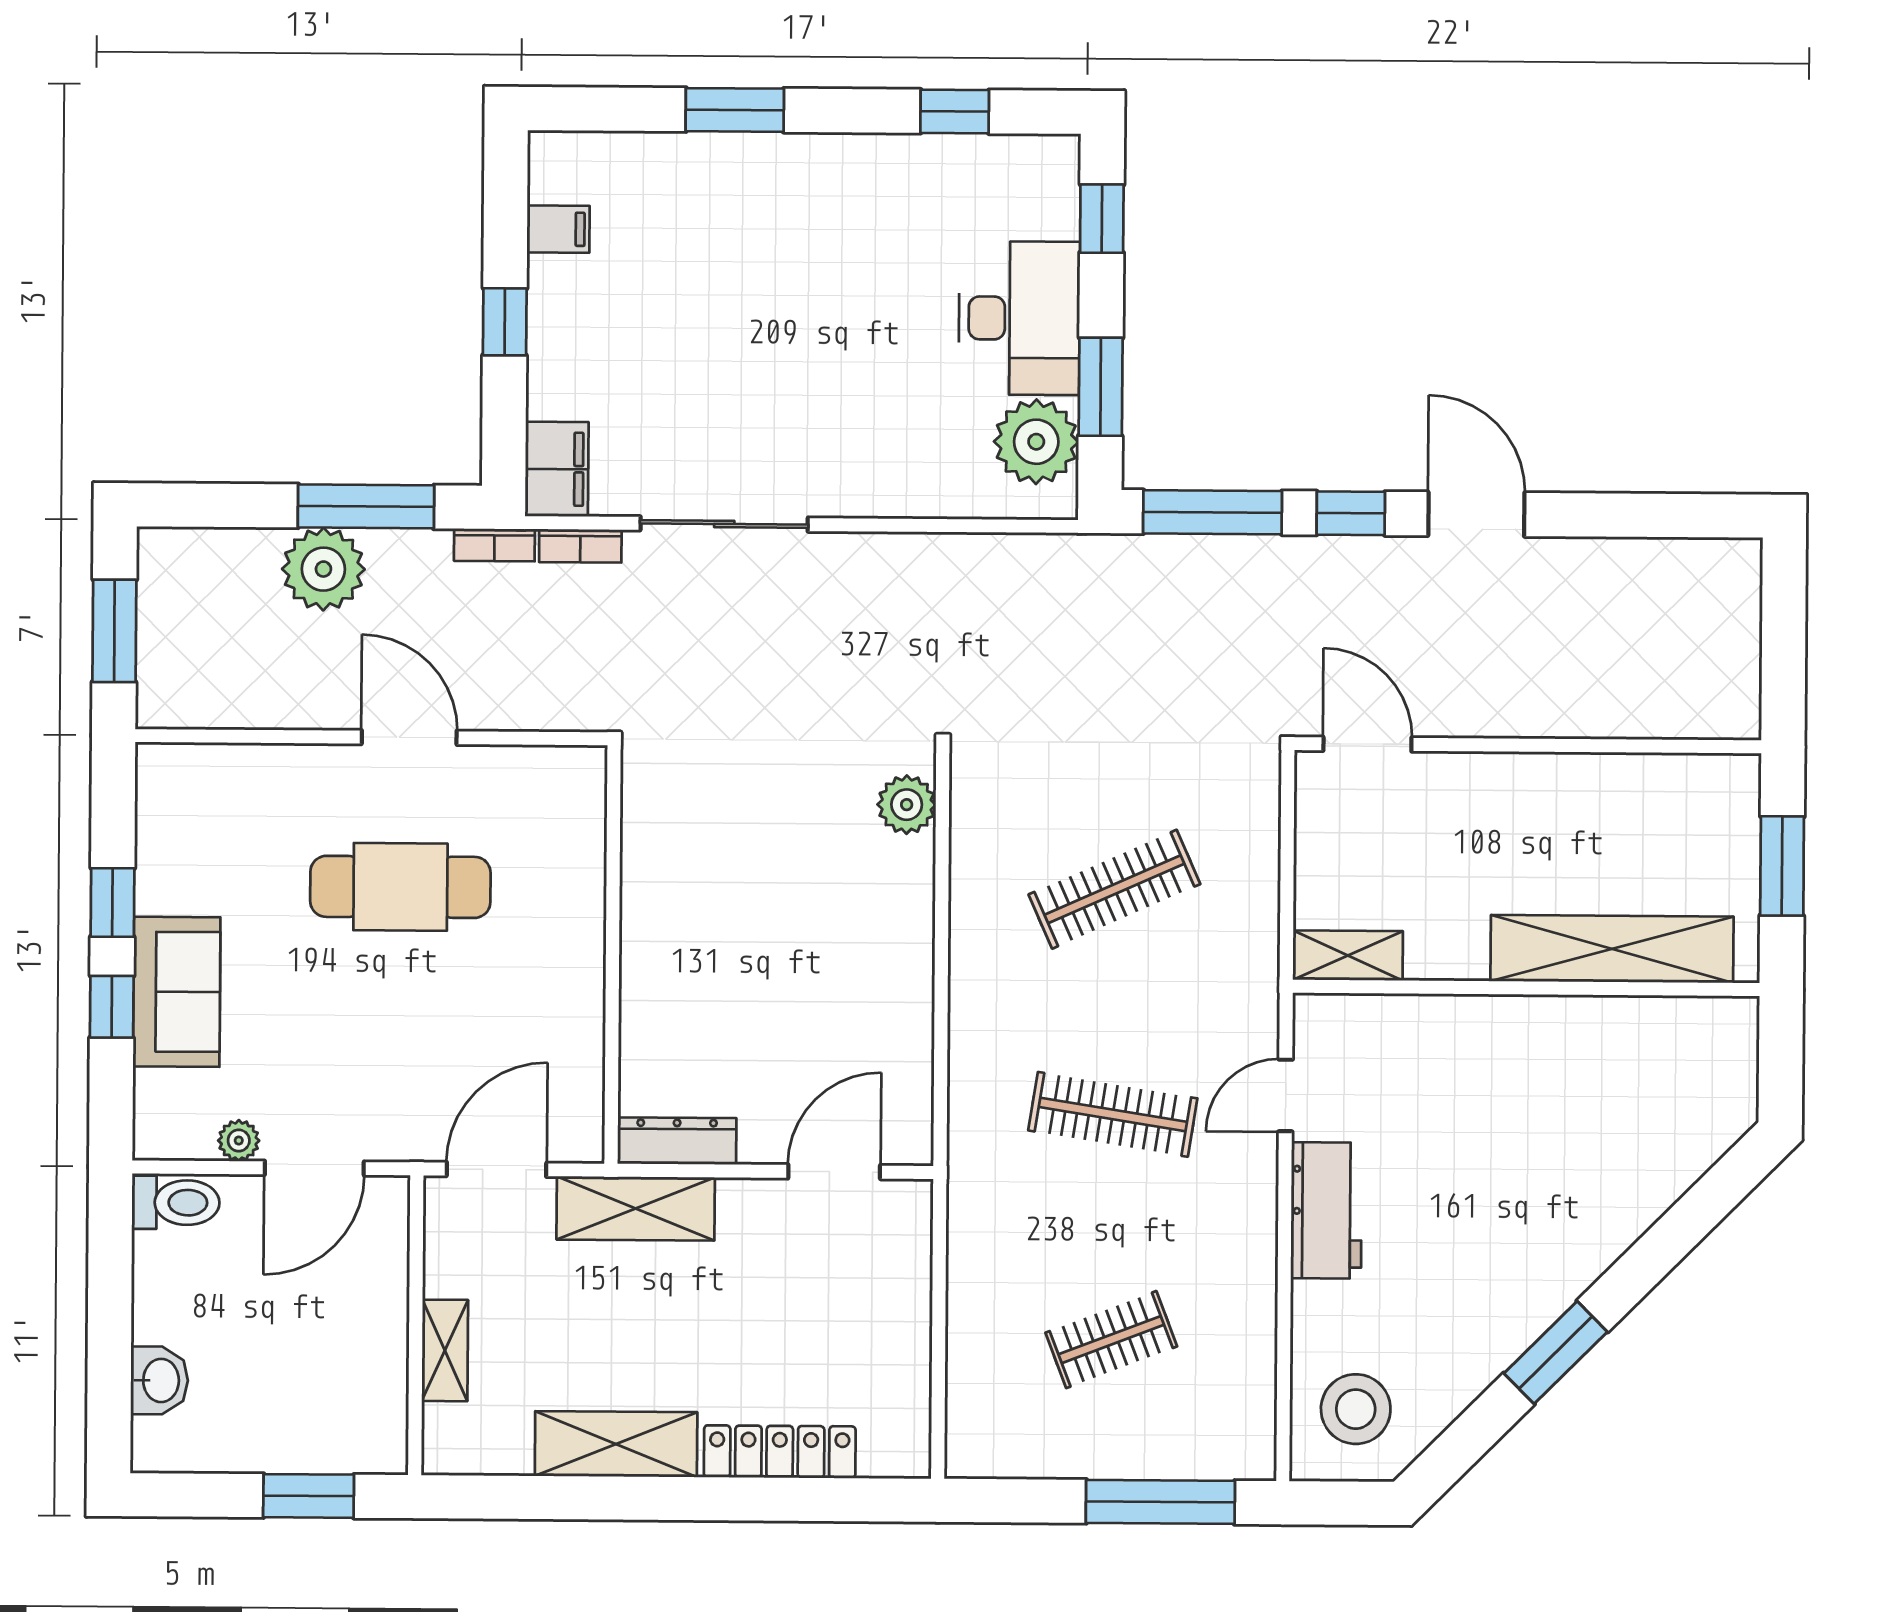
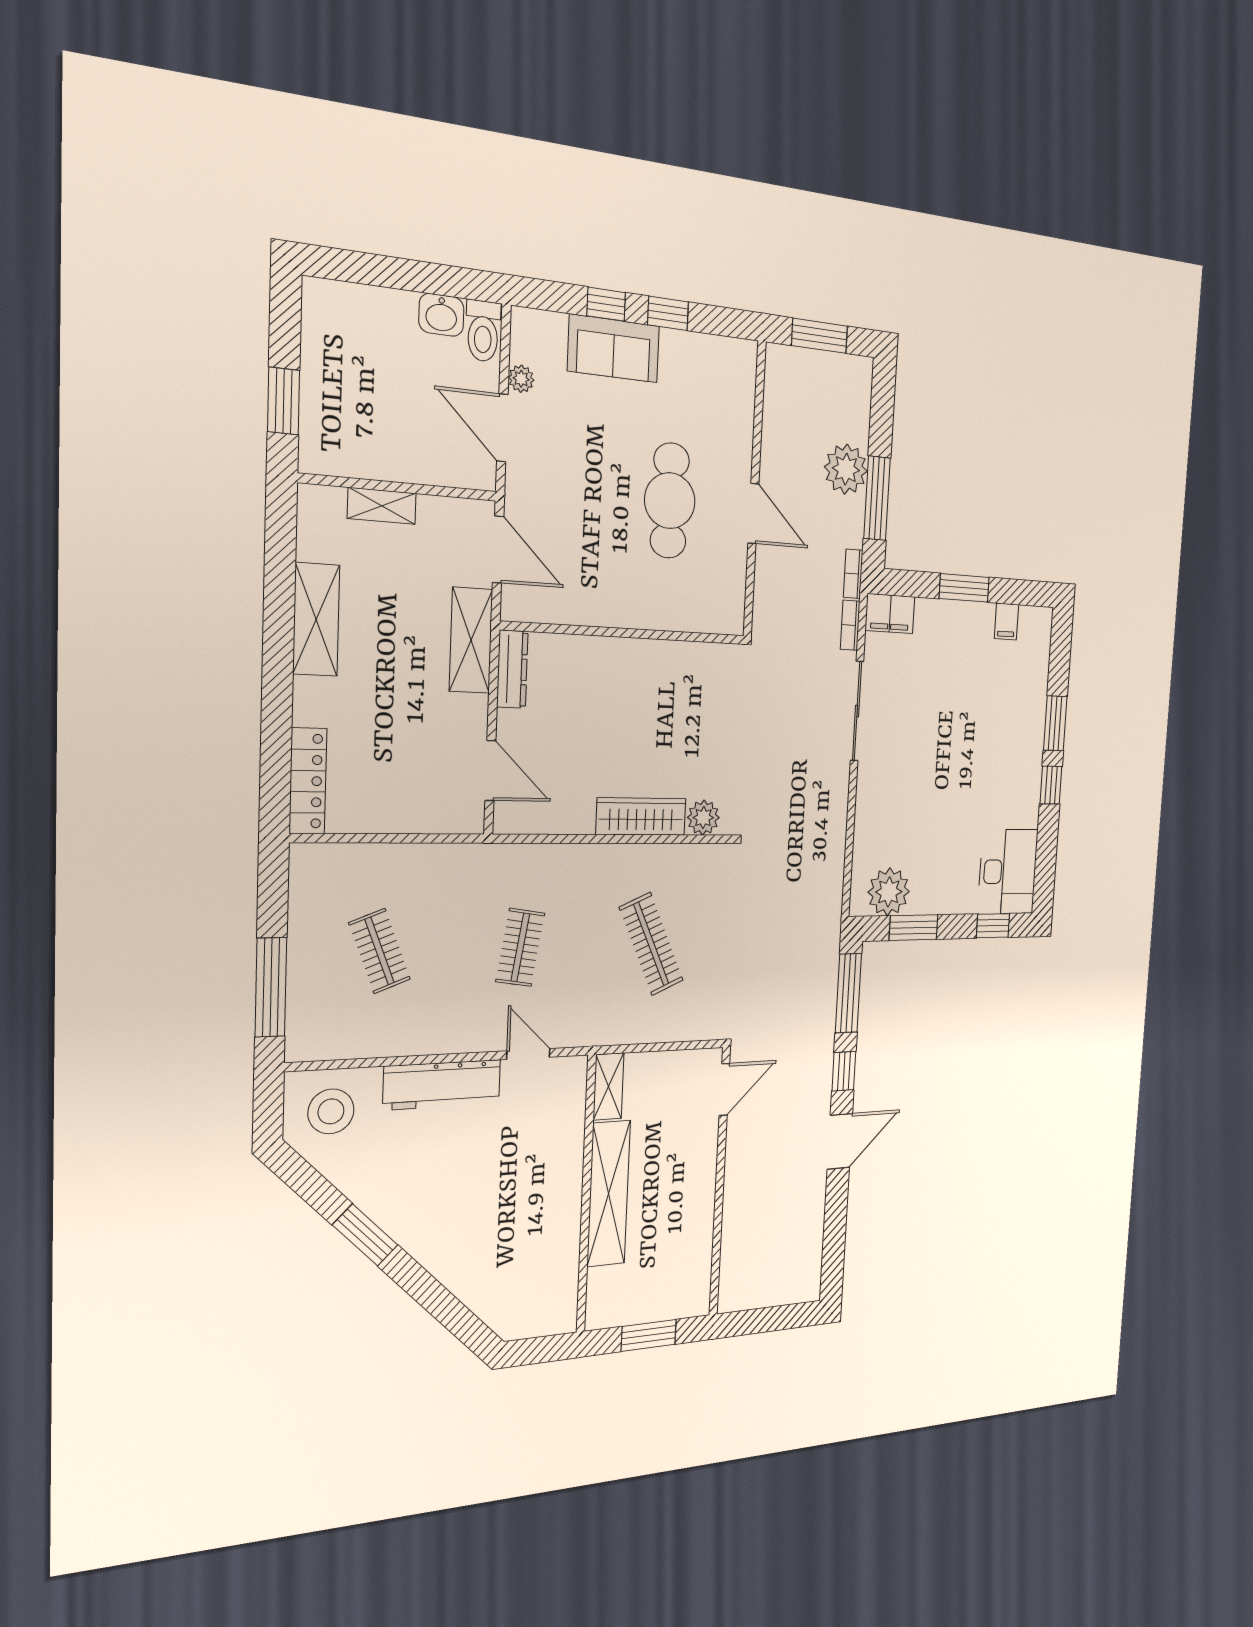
window: (955, 111) -> (1051, 785), moved
desk: (1019, 318) -> (1008, 872), moved, turned -90
window: (505, 322) -> (964, 588), width x1.50
door: (409, 737) -> (753, 514), hinge flipped
wardrobe: (905, 916) -> (641, 817), added
shelving: (1612, 949) -> (609, 1194), moved
clothes rail: (1113, 1114) -> (520, 947), width x0.73
workbench: (1326, 1210) -> (442, 1085), width x1.38
washbasin: (159, 1380) -> (441, 315), moved
locker: (780, 1452) -> (308, 781), moved

